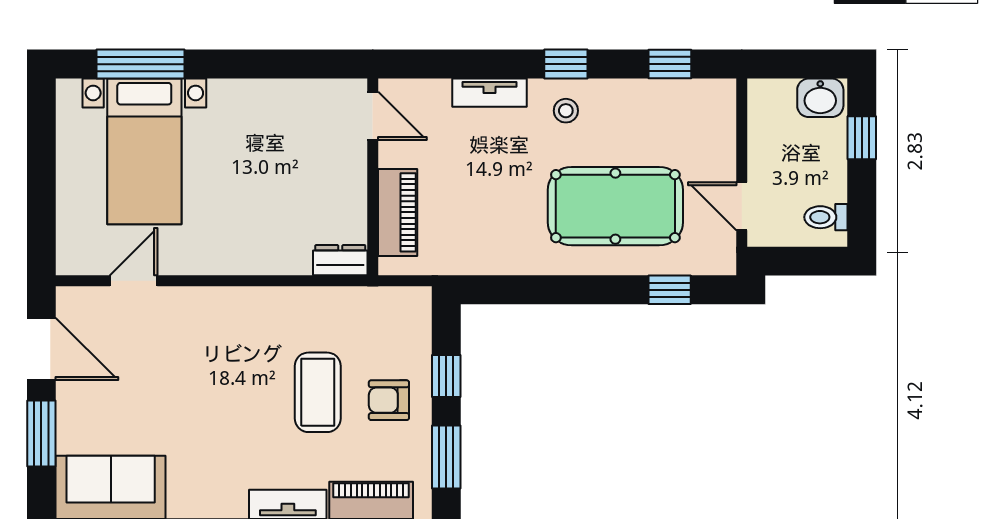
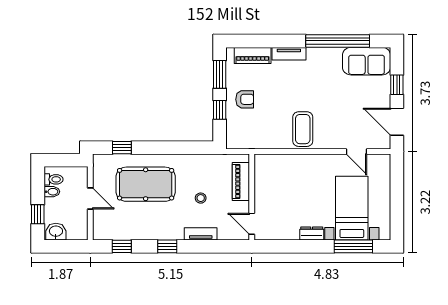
stool: (566, 111) -> (201, 198), moved
bidet: (830, 189) -> (52, 192), added
door: (742, 206) -> (90, 198), moved
dresser: (340, 260) -> (312, 233), moved, turned 180
door: (134, 281) -> (356, 152), hinge flipped
coffee table: (318, 392) -> (303, 129), moved
window: (41, 434) -> (397, 85), width x0.67

